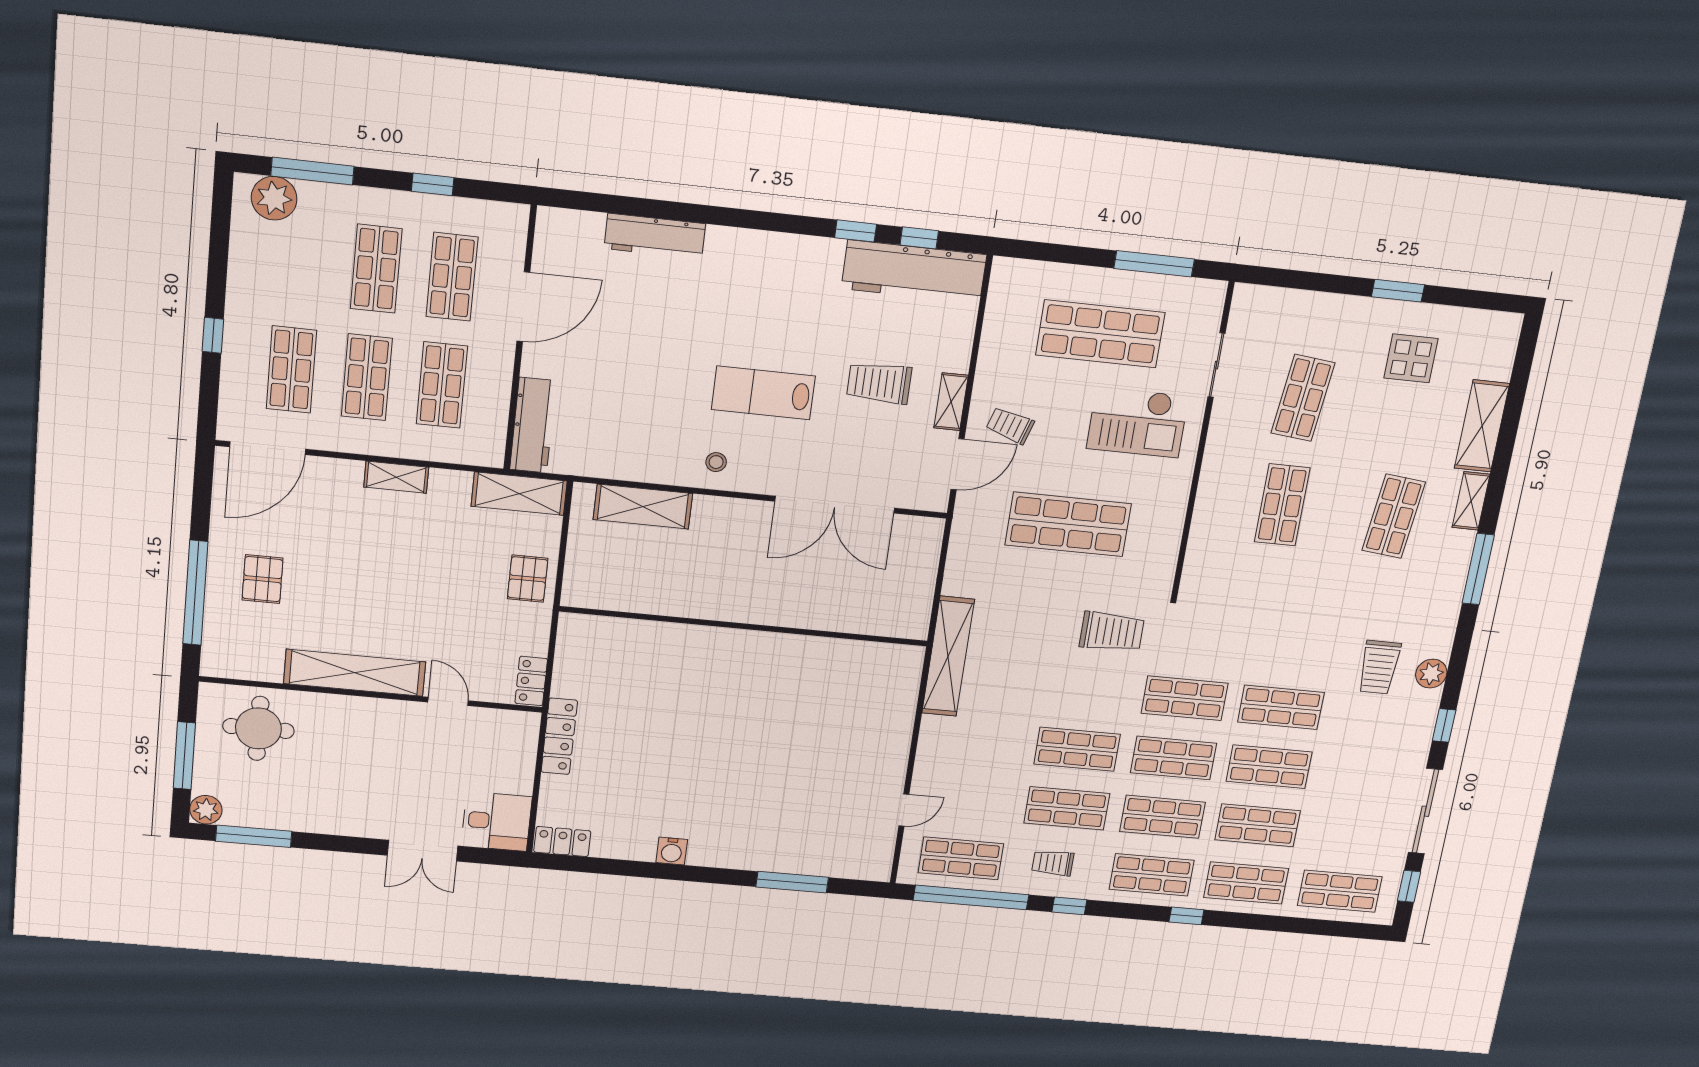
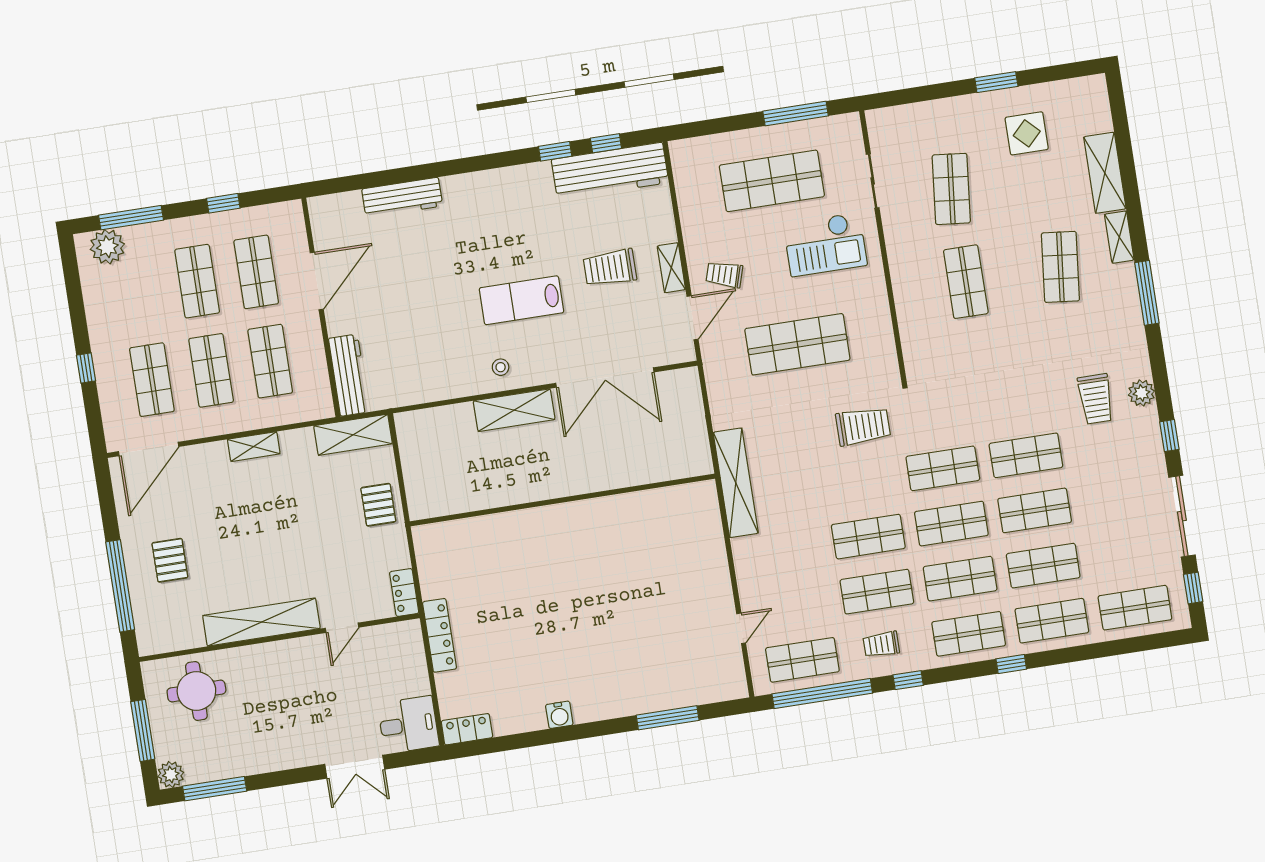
shelving: (643, 507) -> (514, 410), moved
door: (448, 701) -> (342, 628), swing flipped

